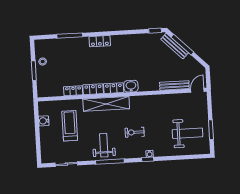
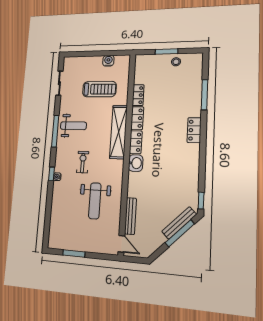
weight bench: (187, 133) -> (95, 201), moved

